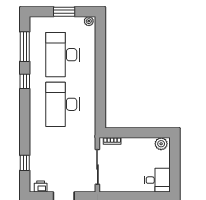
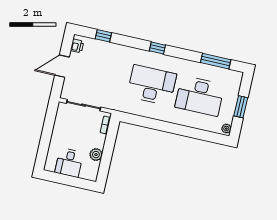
desk: (63, 55) -> (200, 96), turned 180
window: (25, 81) -> (157, 48), moved
plant: (161, 144) -> (96, 155), moved
desk: (157, 180) -> (69, 163), moved

